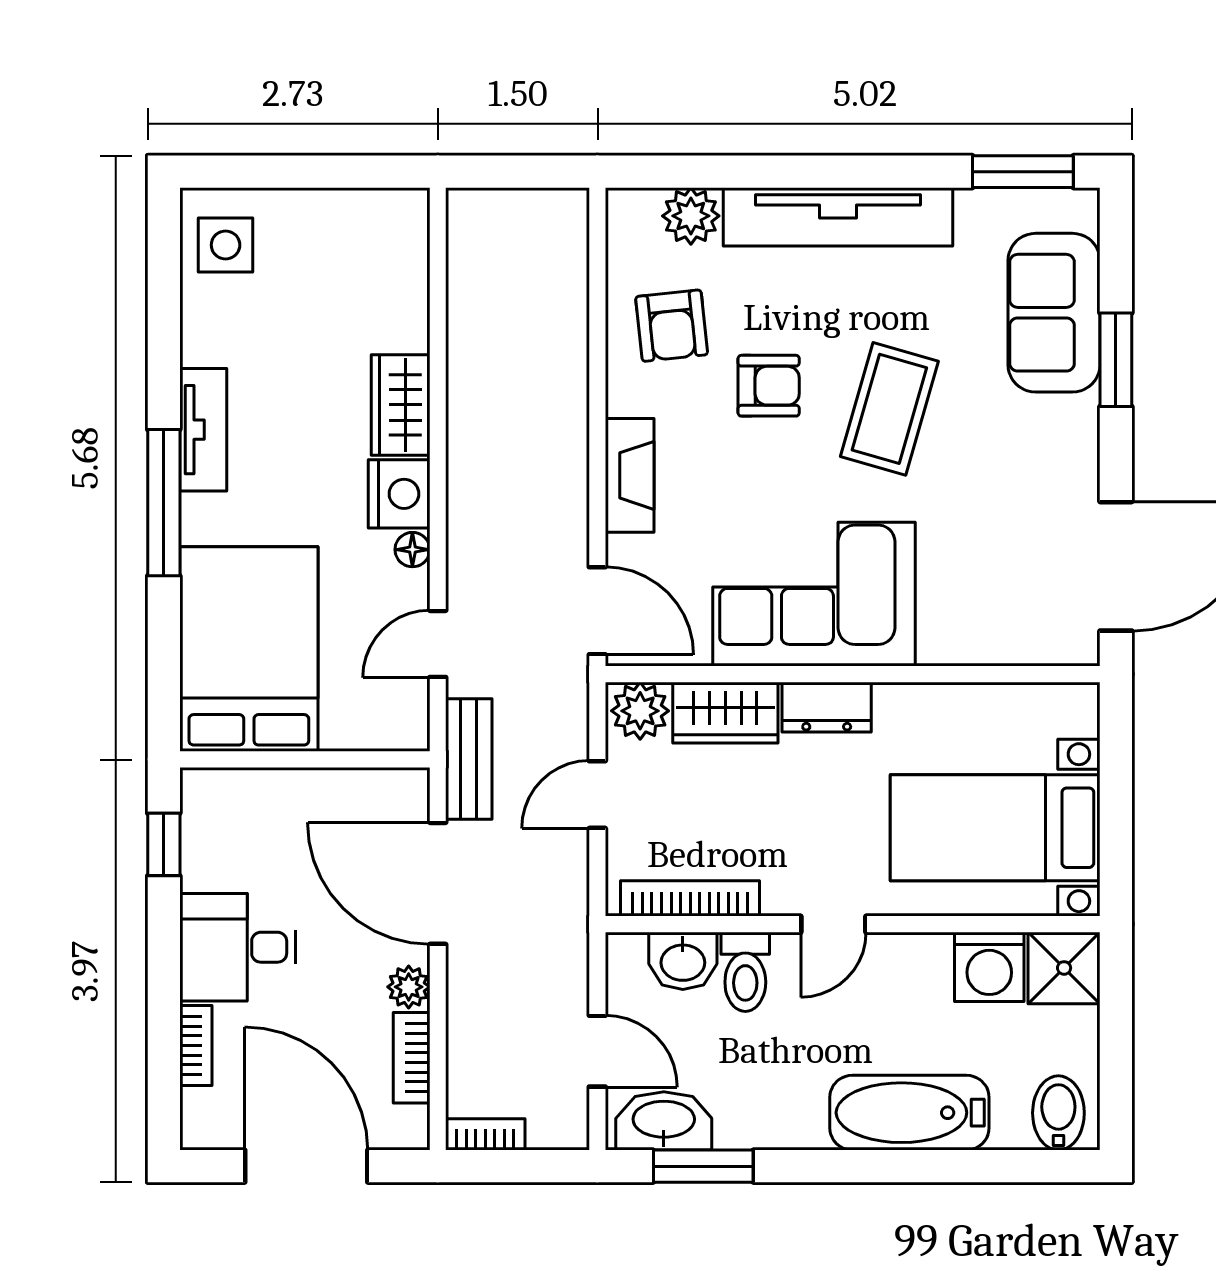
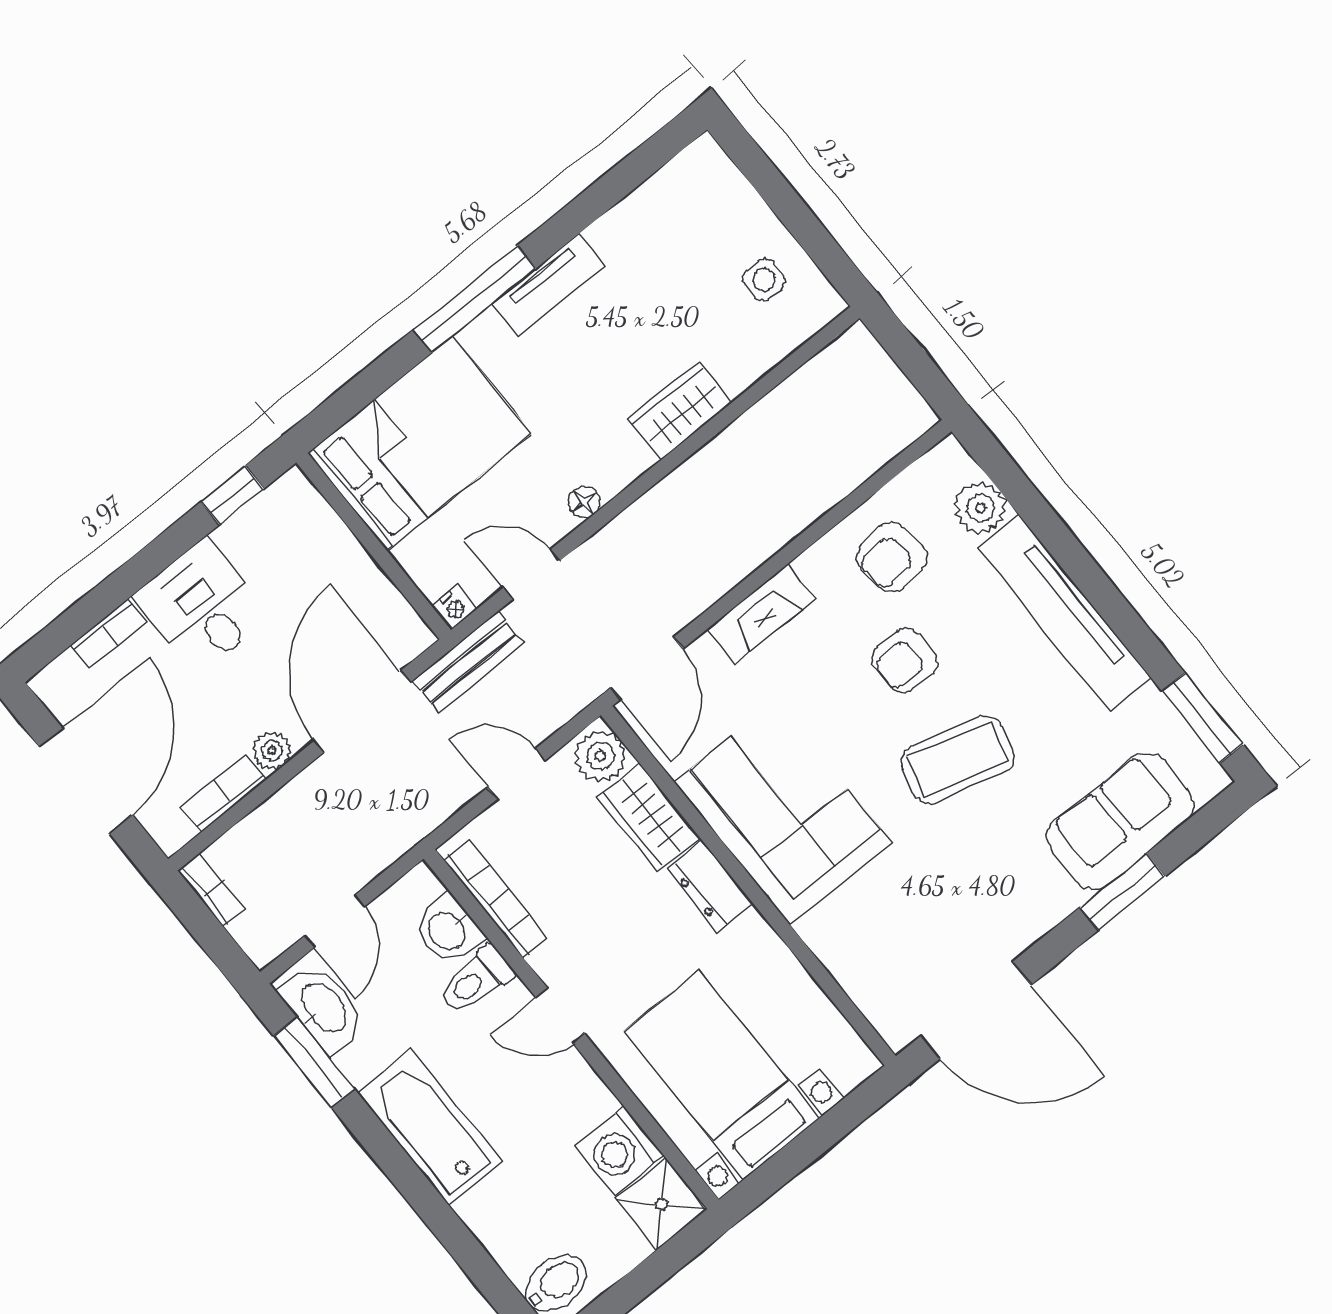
side table: (226, 245) -> (764, 280), moved, width x0.73, depth x0.73
armchair: (769, 386) -> (905, 661), turned 90
nightstand: (399, 494) -> (454, 608), moved, width x0.53, depth x0.56
bathtub: (909, 1113) -> (429, 1127), moved

